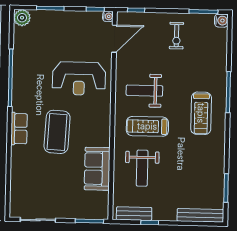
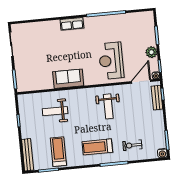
plant: (22, 18) -> (151, 52), moved
exercise bike: (176, 36) -> (132, 145), moved
door: (114, 39) -> (141, 82), swing flipped
weight bench: (144, 91) -> (108, 106), turned 180
treadmill: (147, 126) -> (58, 152), moved
coffee table: (57, 132) -> (73, 50), removed
sofa: (97, 169) -> (68, 79), moved
bench: (134, 214) -> (157, 98), moved

